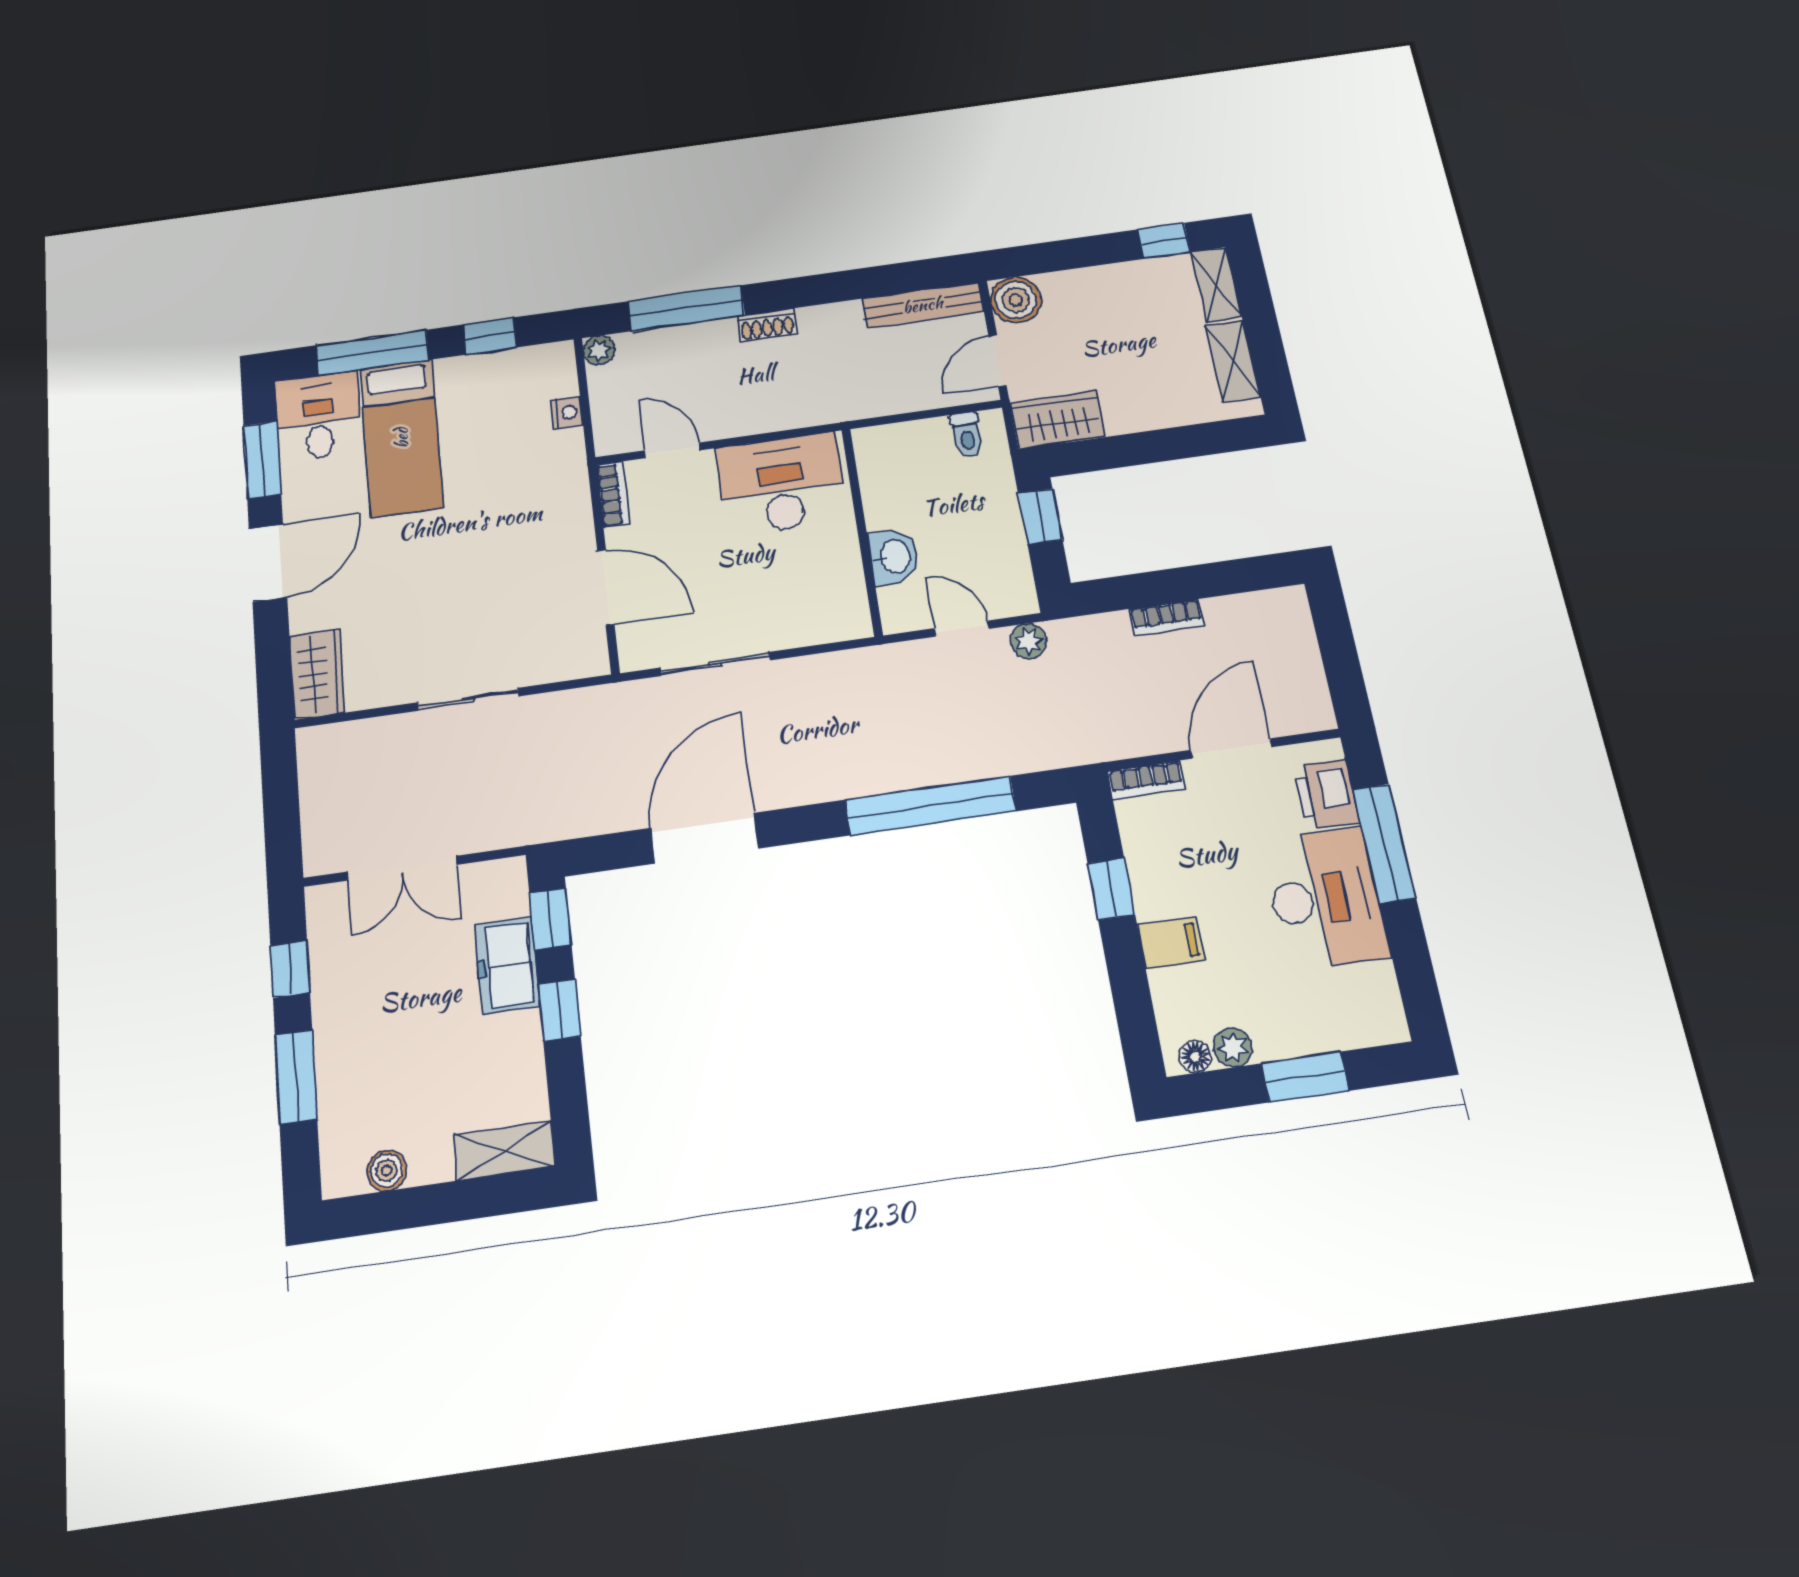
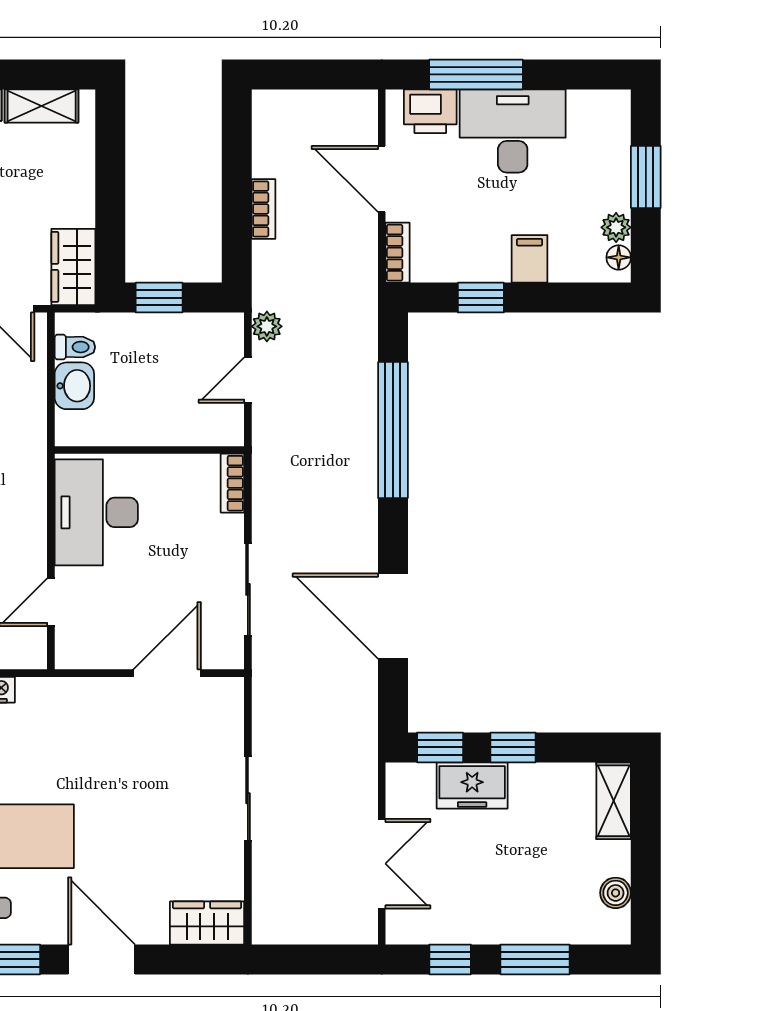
bookcase: (613, 495) -> (232, 483), moved, turned -90
washbasin: (894, 557) -> (74, 386), moved, turned 90

